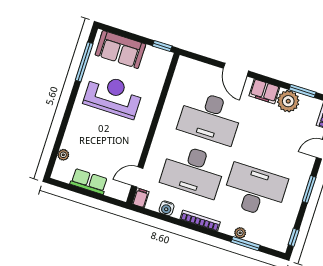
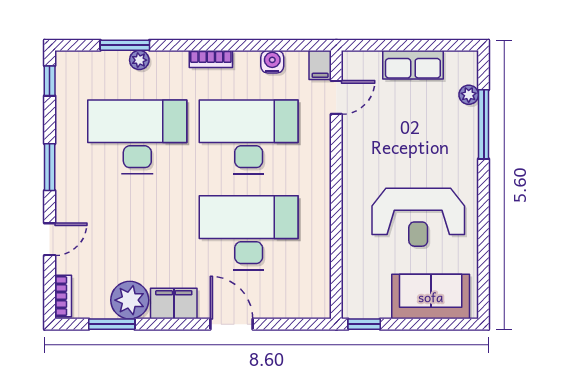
window: (84, 62) -> (484, 124), moved
desk: (255, 191) -> (137, 137), turned 180
bookcase: (200, 221) -> (211, 59), width x0.64

